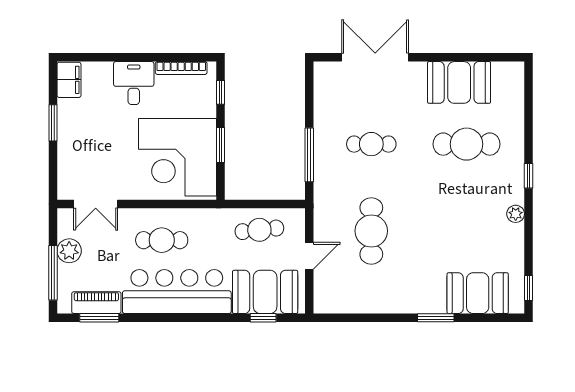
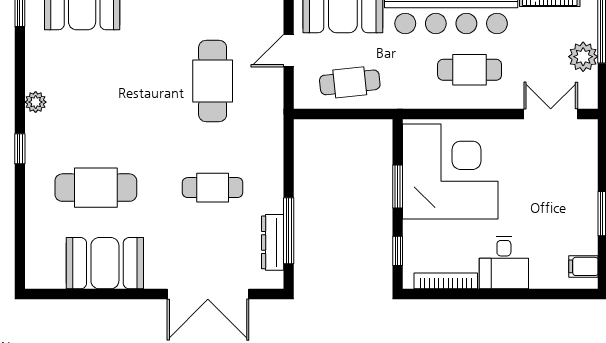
filing cabinet: (69, 80) -> (583, 266), width x0.50
dresser: (322, 99) -> (273, 242), added
window: (309, 155) -> (289, 231), moved

